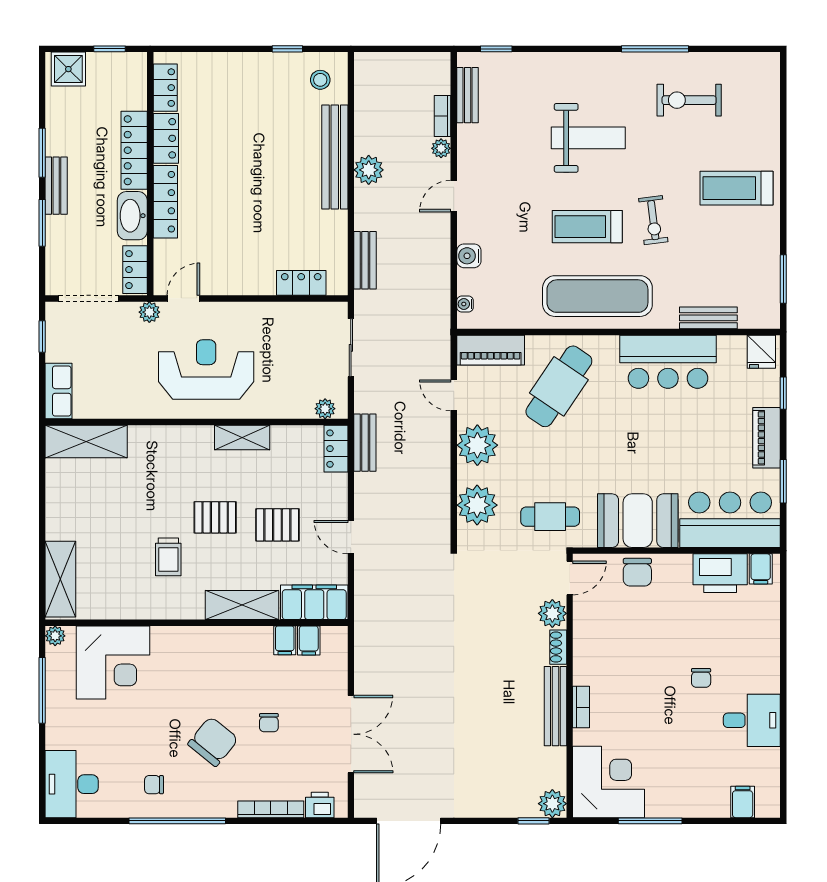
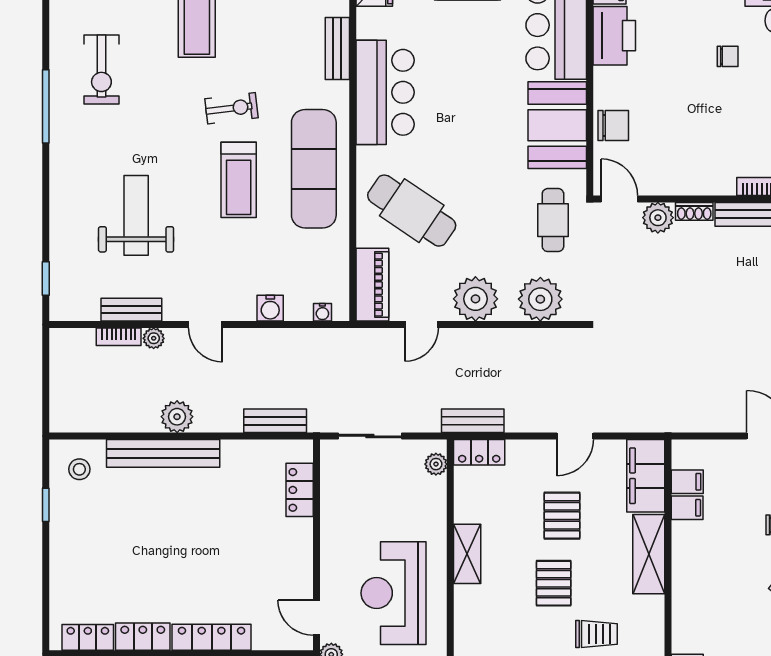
bench: (468, 95) -> (131, 310), moved
weight bench: (588, 138) -> (136, 215), moved

